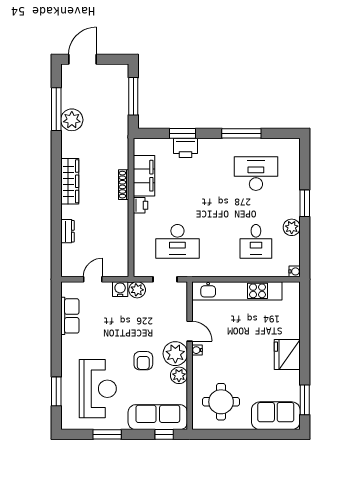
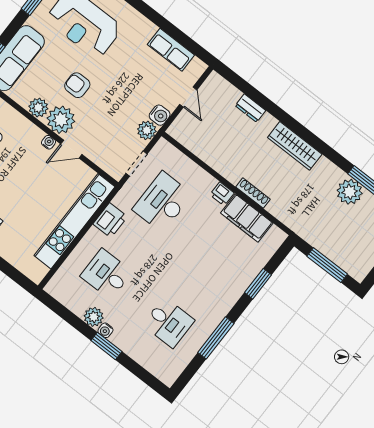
printer: (185, 148) -> (110, 220), moved, turned 180
desk: (256, 174) -> (169, 323), width x0.73
water cooler: (295, 271) -> (105, 330), moved

